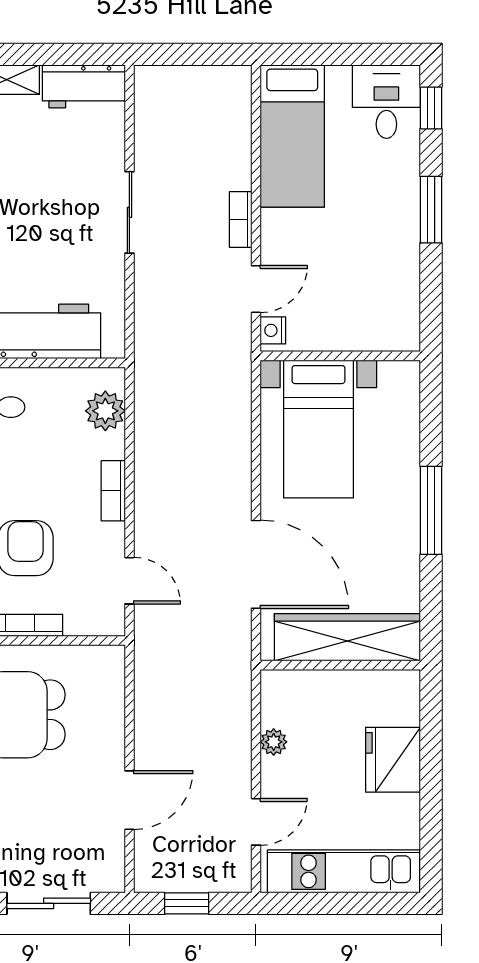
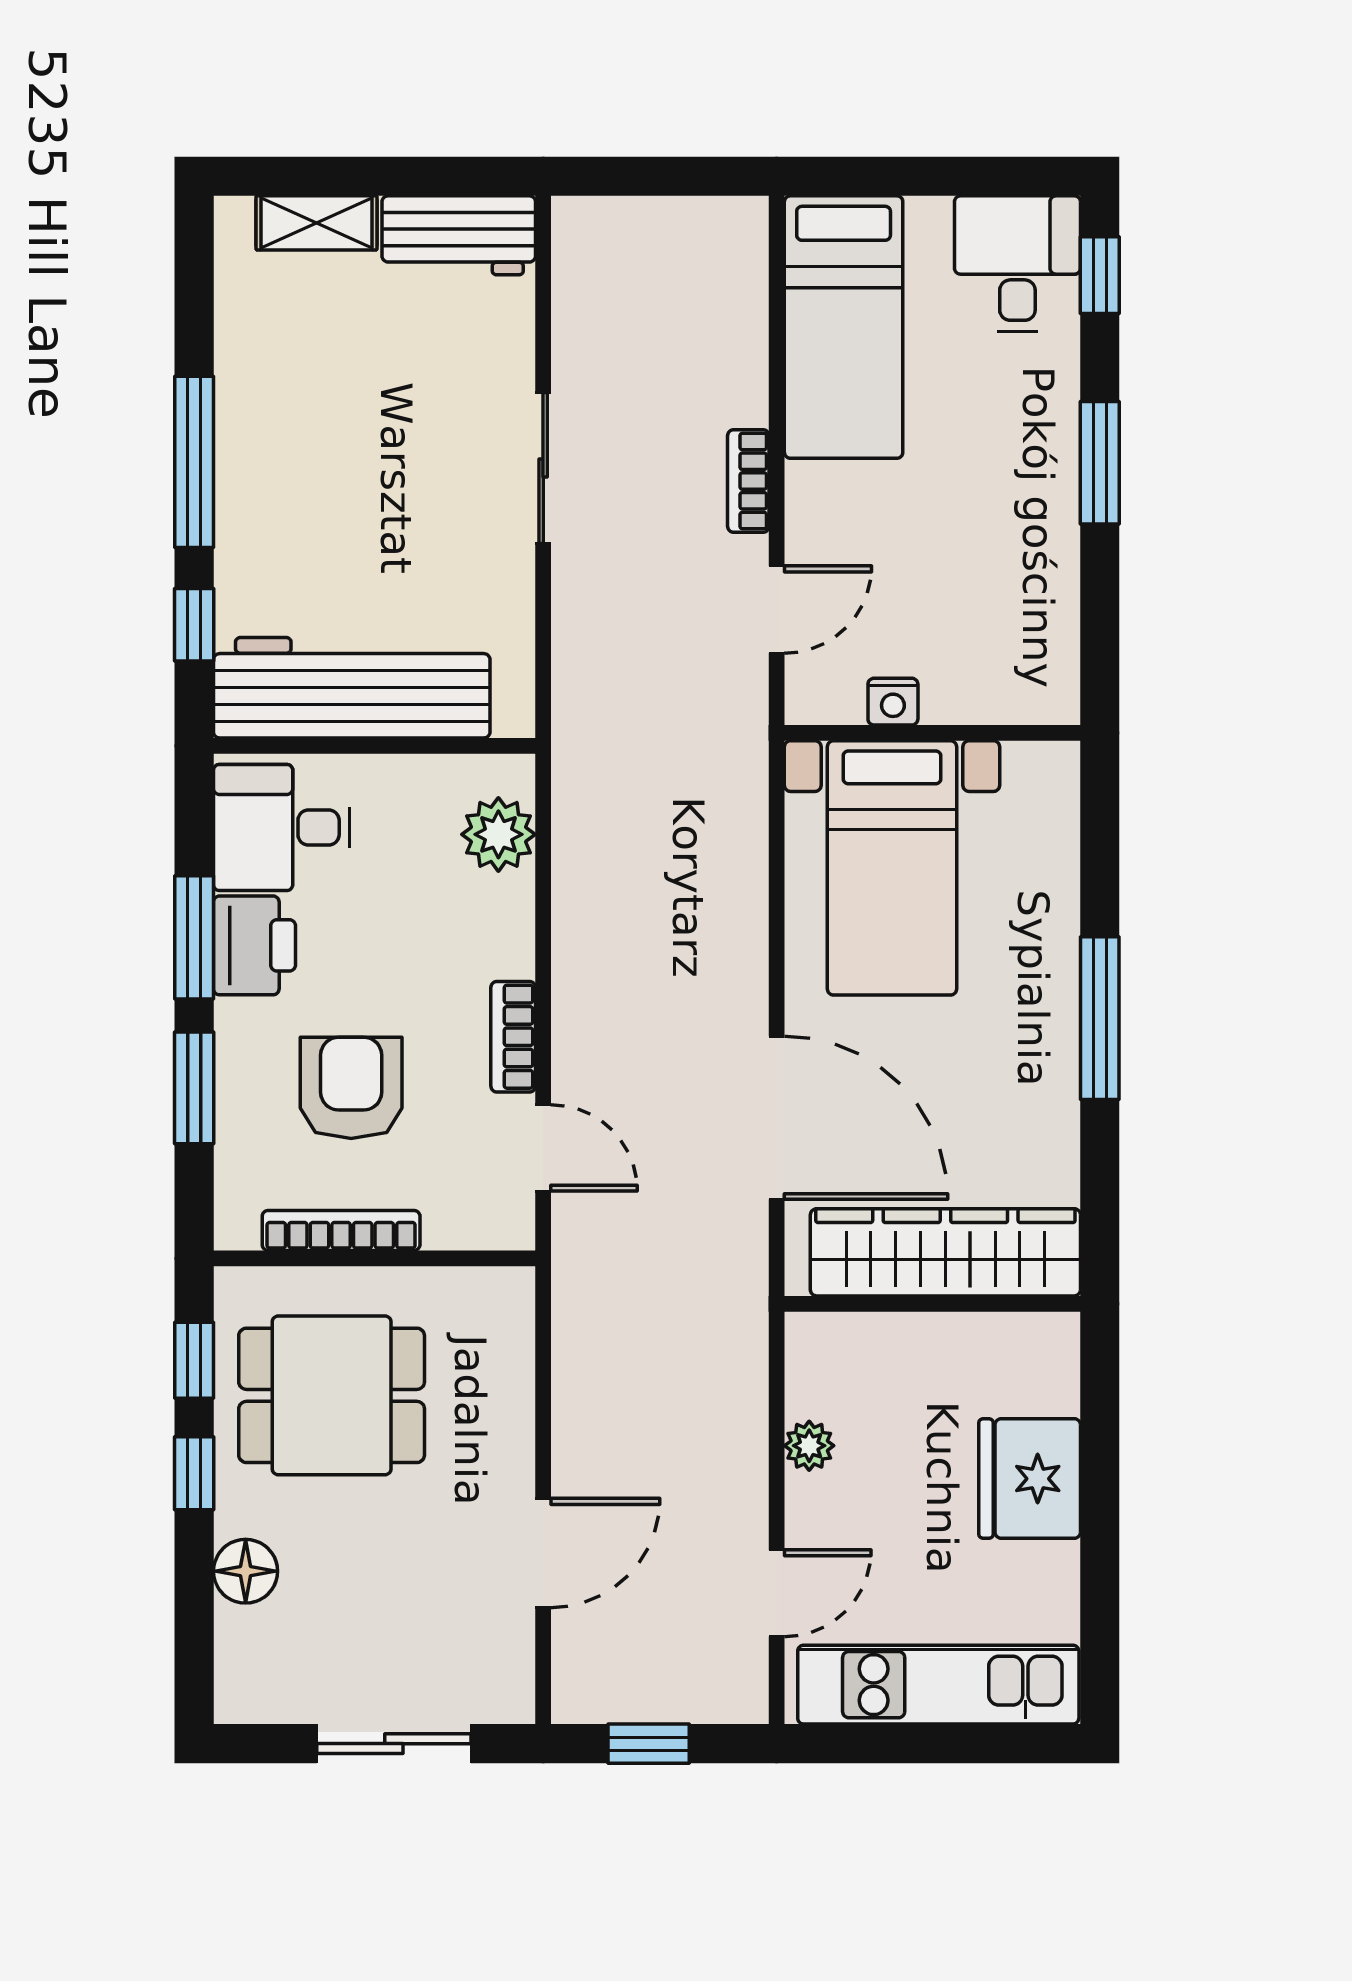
nightstand: (273, 330) -> (893, 702), moved, turned -90
bookcase: (113, 491) -> (513, 1037), moved

